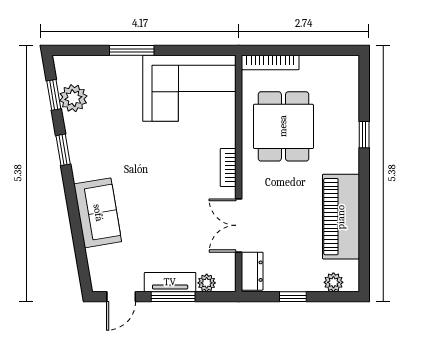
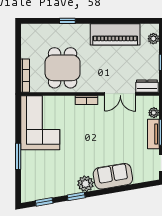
plant: (73, 98) -> (86, 184), moved
dining table: (283, 126) -> (63, 68), turned 90

